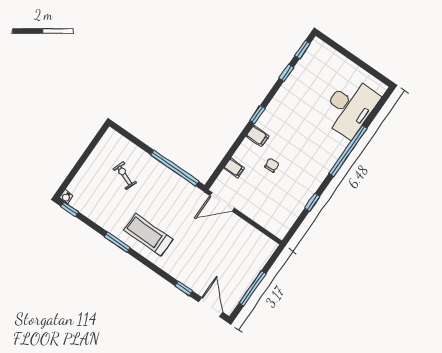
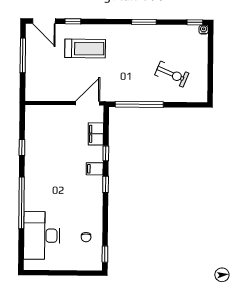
window: (286, 73) -> (106, 153), moved
chair: (272, 165) -> (86, 237), moved
filing cabinet: (234, 168) -> (96, 134), width x2.00
exercise bike: (125, 176) -> (172, 74), width x1.38, depth x1.39
treadmill: (148, 235) -> (85, 49), moved

